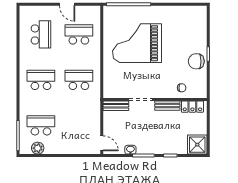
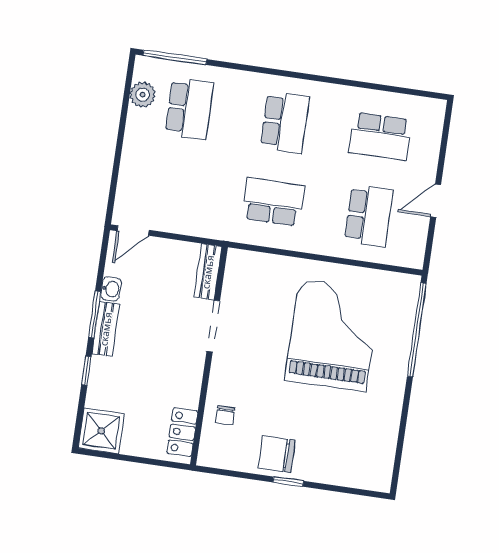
chair: (196, 61) -> (276, 454), turned -90
school desk: (79, 80) -> (273, 202), turned -90
bench: (167, 106) -> (106, 329), moved

